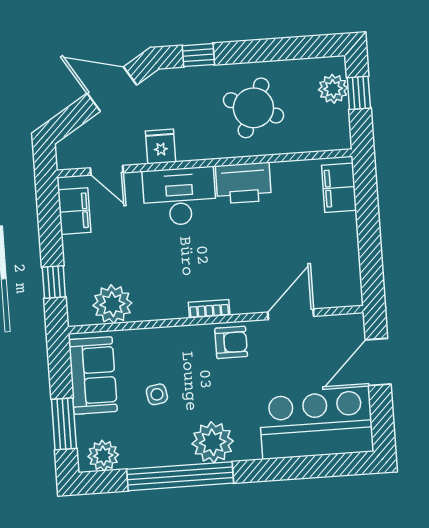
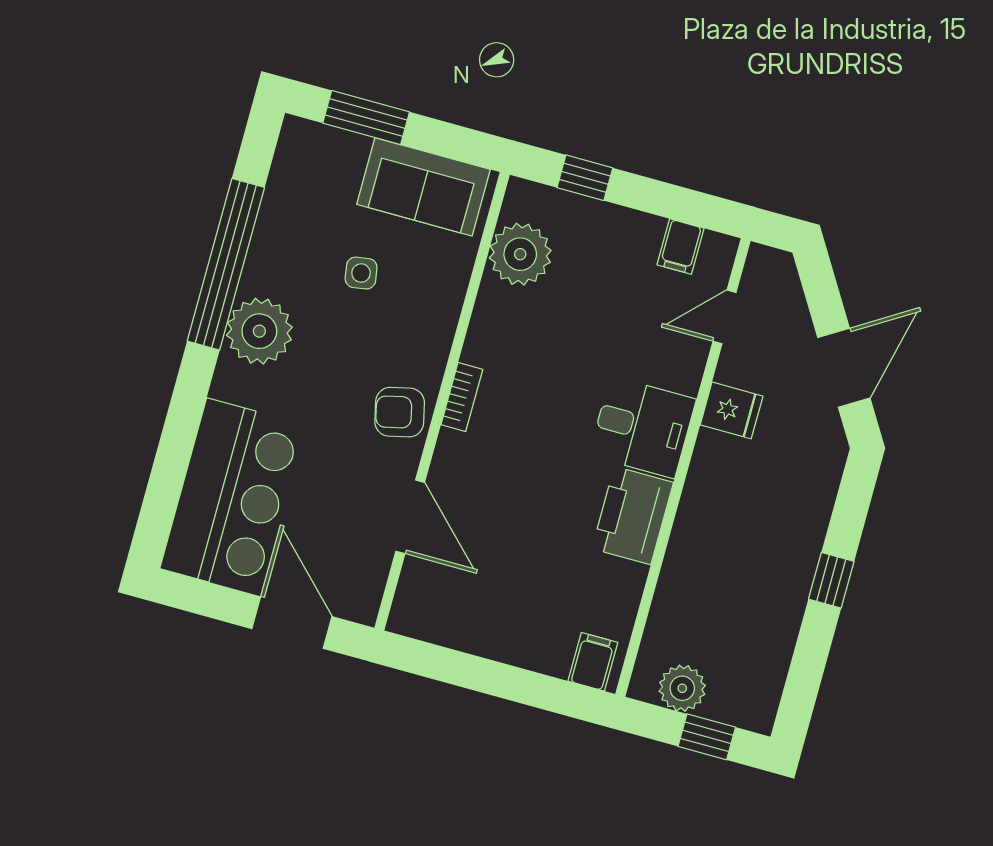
window: (198, 55) -> (831, 580), moved
plant: (333, 89) -> (682, 688), moved
round table: (253, 108) -> (740, 571), removed
filing cabinet: (339, 188) -> (593, 662), width x0.50
desk: (180, 196) -> (642, 427), width x0.73
filing cabinet: (74, 211) -> (680, 246), width x0.50
armchair: (231, 342) -> (400, 412), turned 77
plant: (103, 456) -> (298, 160), removed

